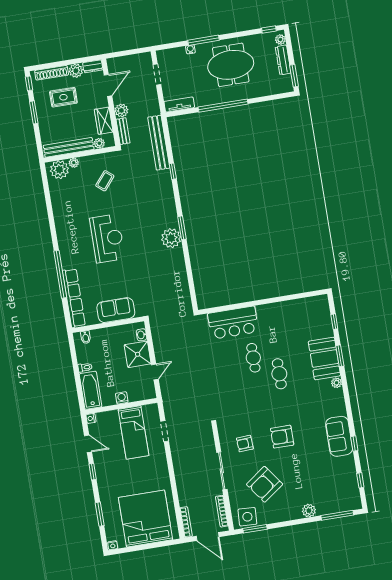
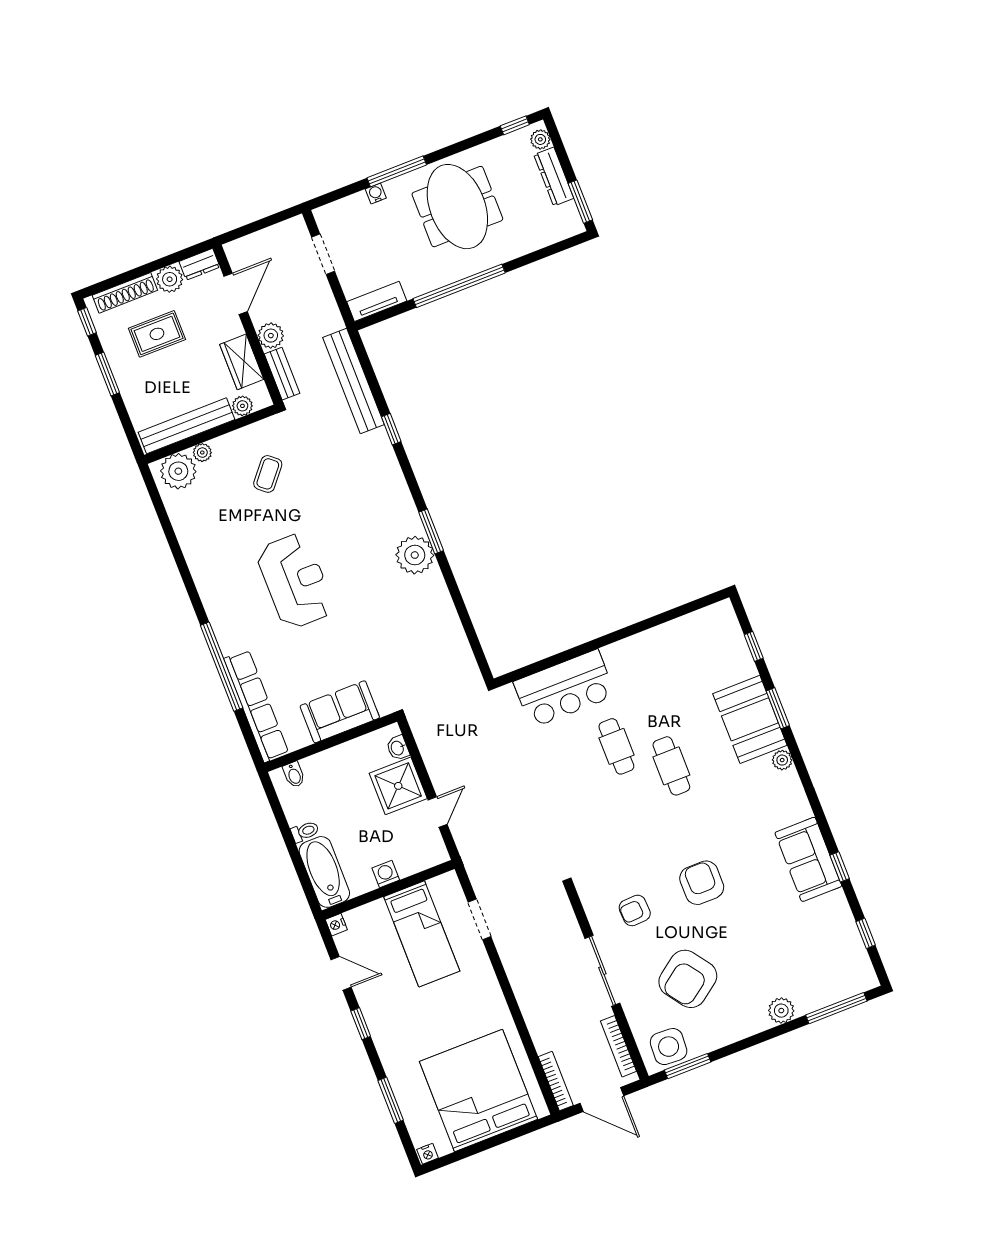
meeting table: (231, 65) -> (457, 207), turned 90
armchair: (282, 437) -> (702, 883), turned 90

